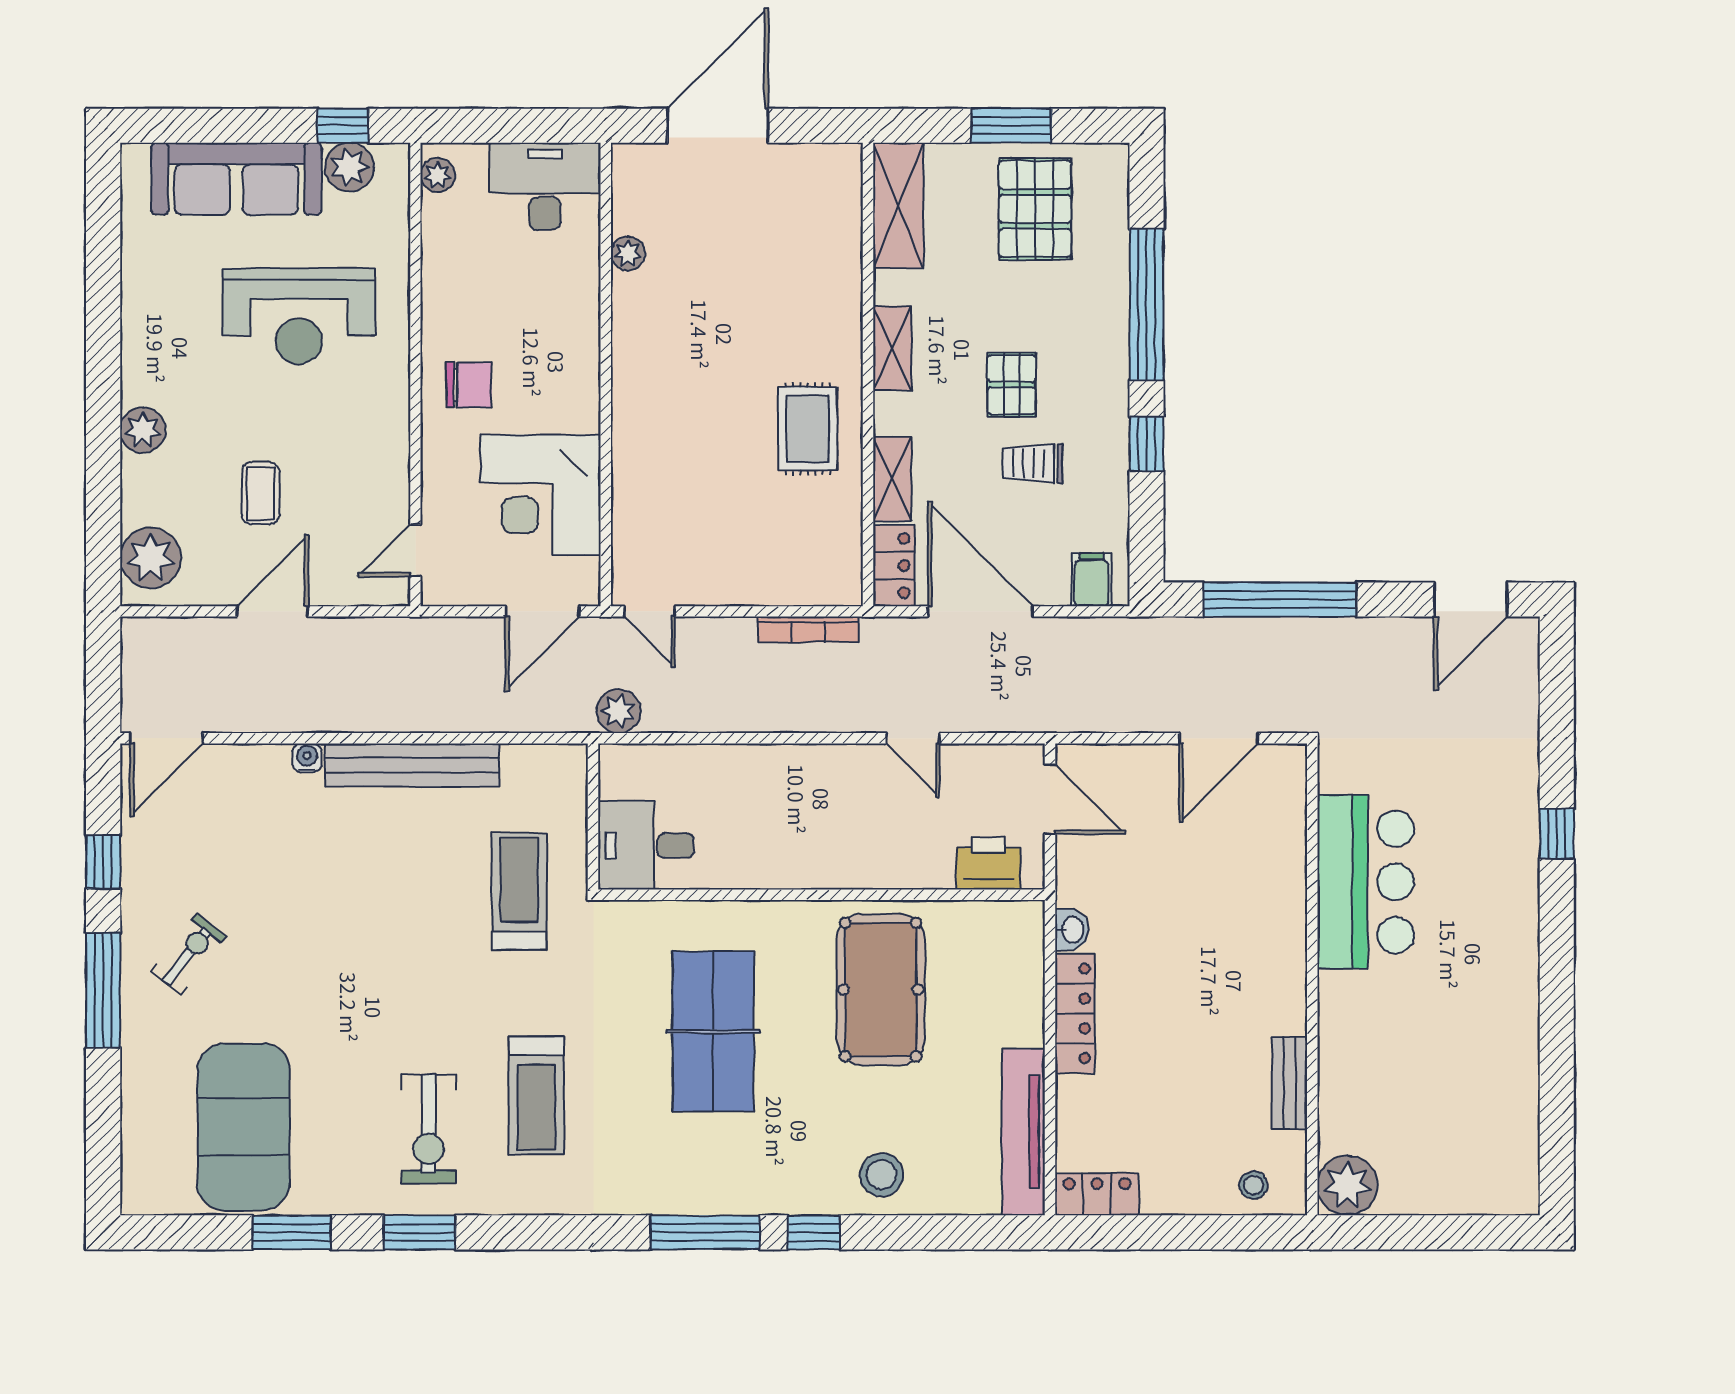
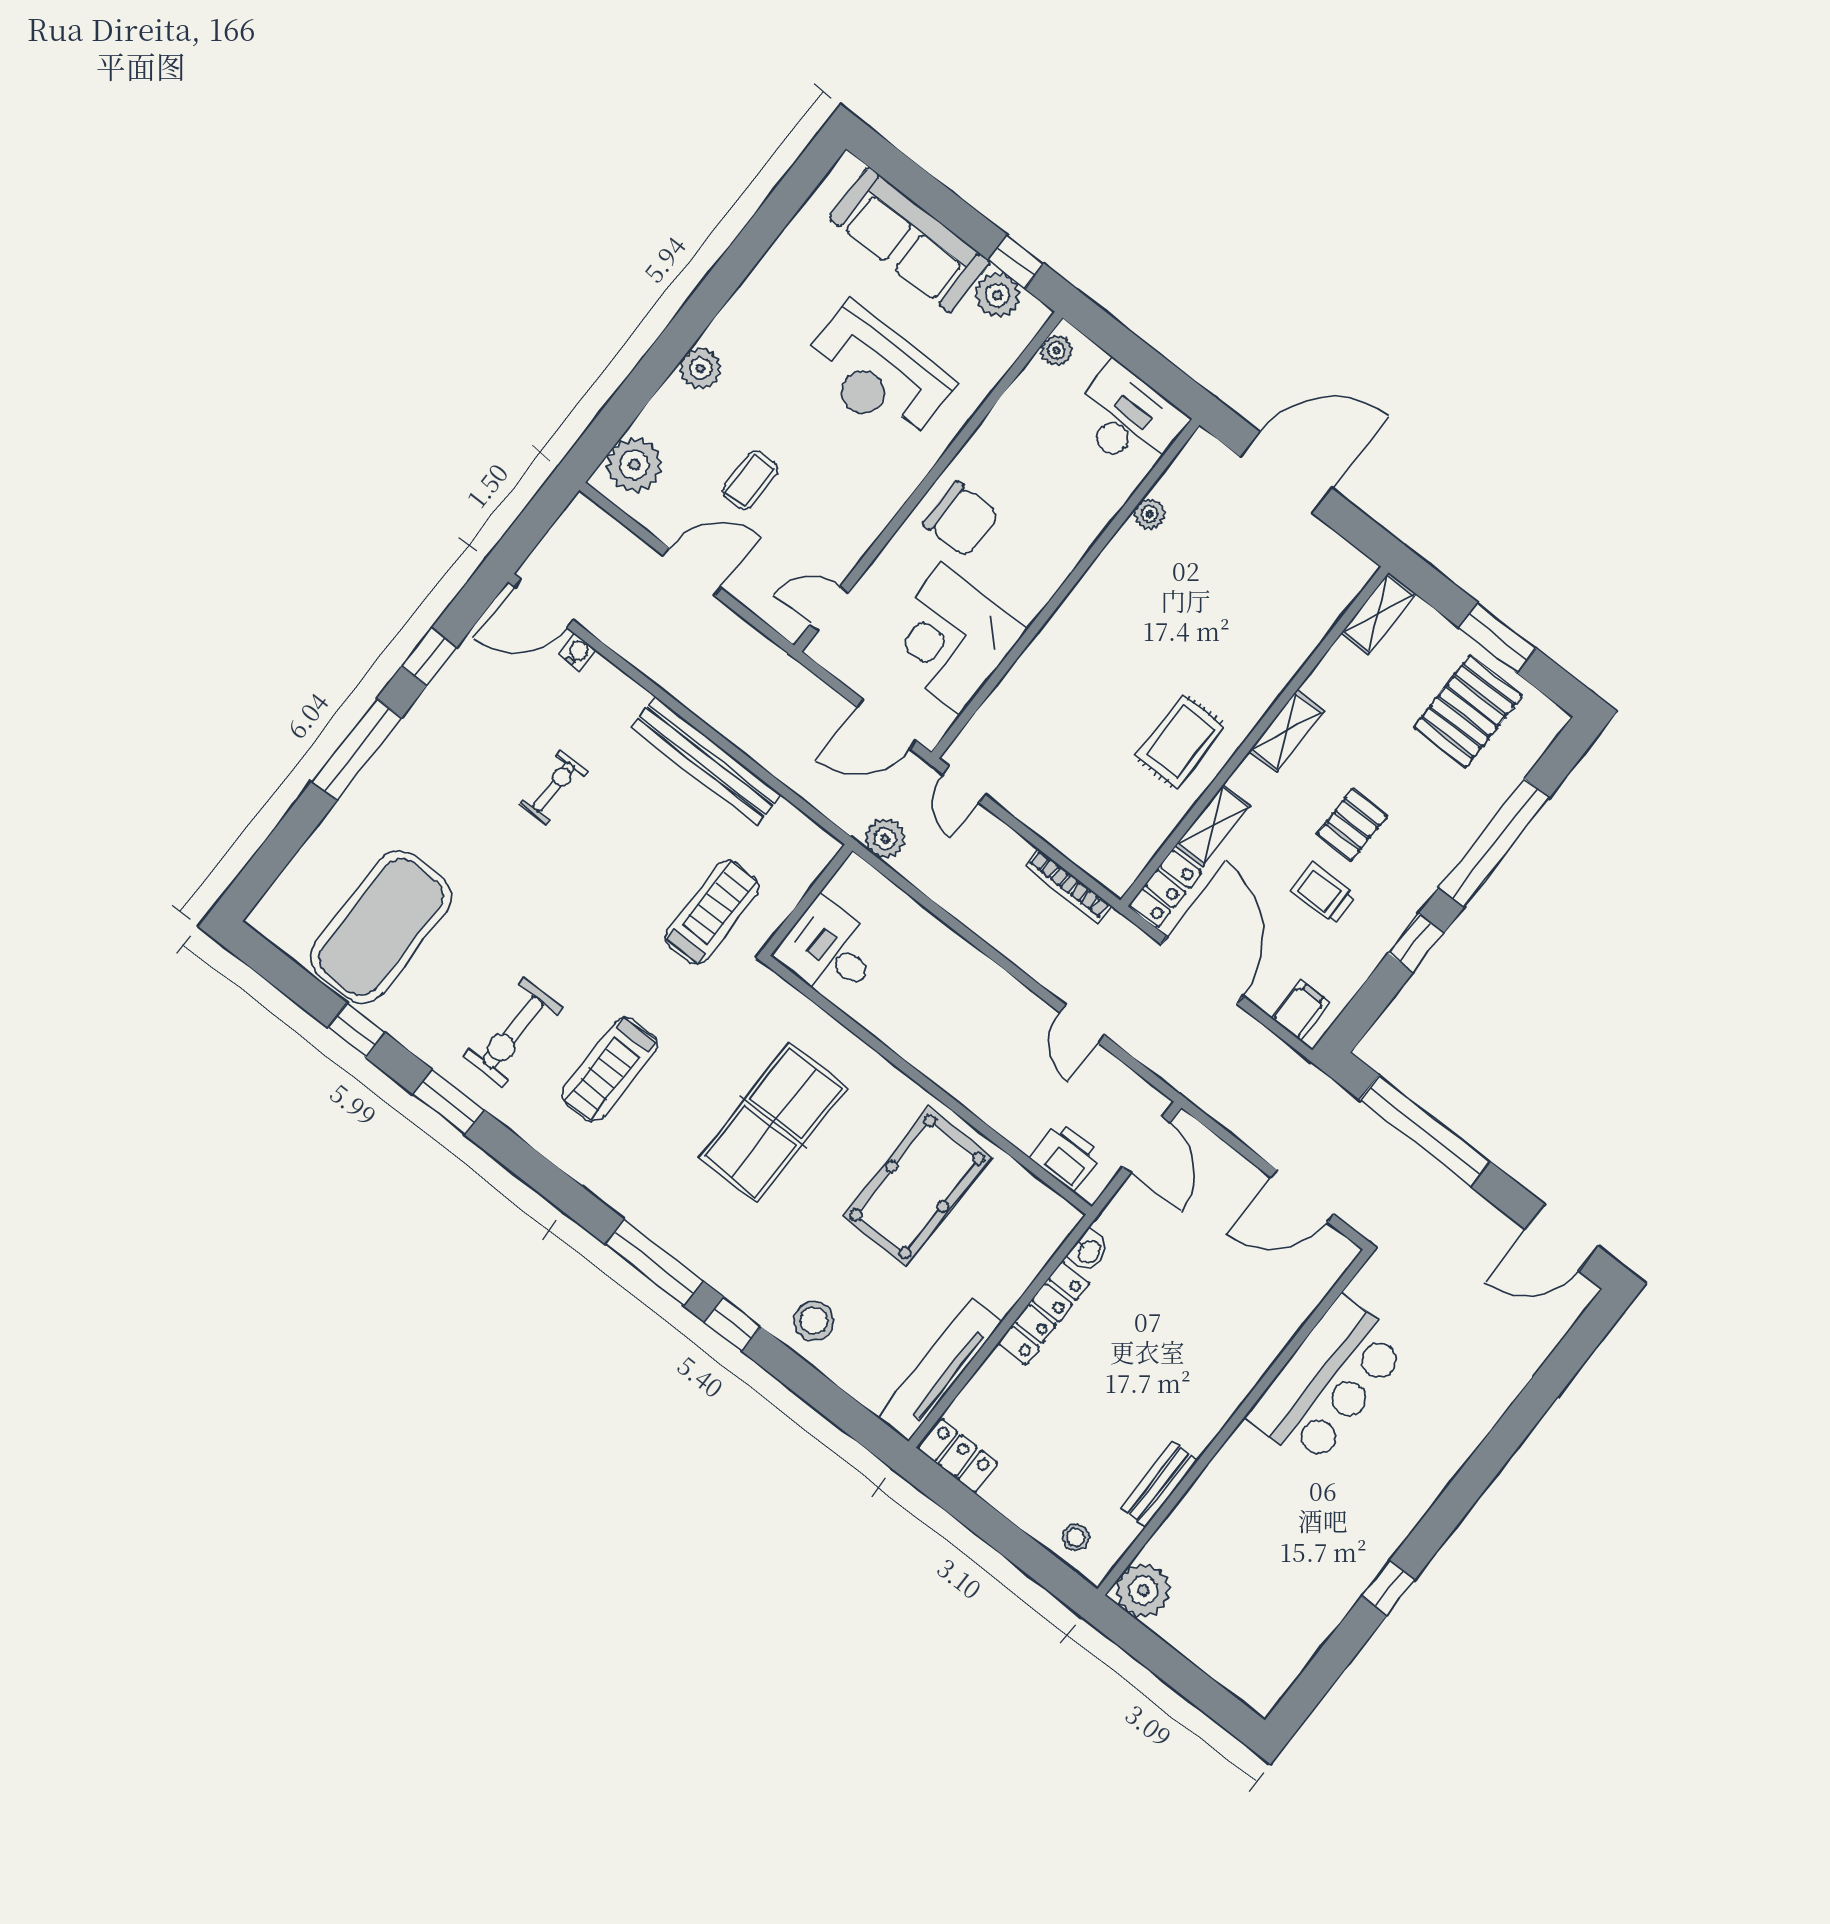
shelving: (898, 206) -> (1379, 613), width x0.67, depth x0.75
chair: (469, 385) -> (961, 519), width x1.37, depth x1.37
water cooler: (307, 758) -> (577, 652), moved
window: (1557, 834) -> (1388, 1588), moved
exercise bike: (189, 954) -> (554, 787), moved, turned -38
window: (292, 1232) -> (356, 1030), width x0.67

